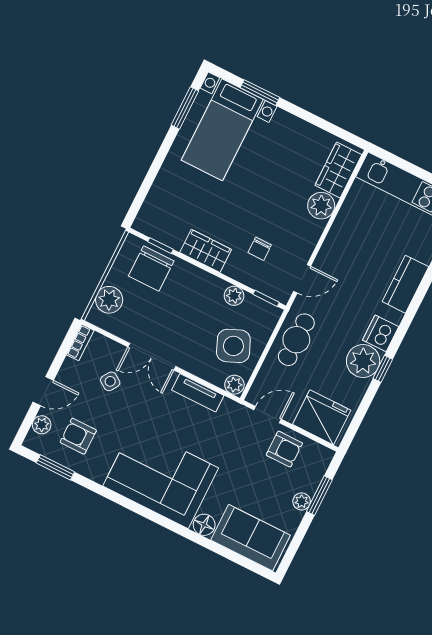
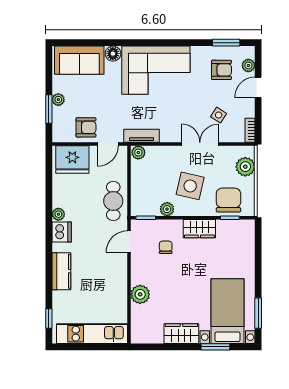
wardrobe: (338, 170) -> (181, 334), moved, turned -90
side table: (233, 346) -> (190, 186), moved, turned 36
plant: (363, 361) -> (58, 214), width x0.53, depth x0.53
window: (383, 369) -> (49, 210), removed
tv unit: (198, 393) -> (141, 136), moved
armchair: (284, 449) -> (86, 127), turned 180

